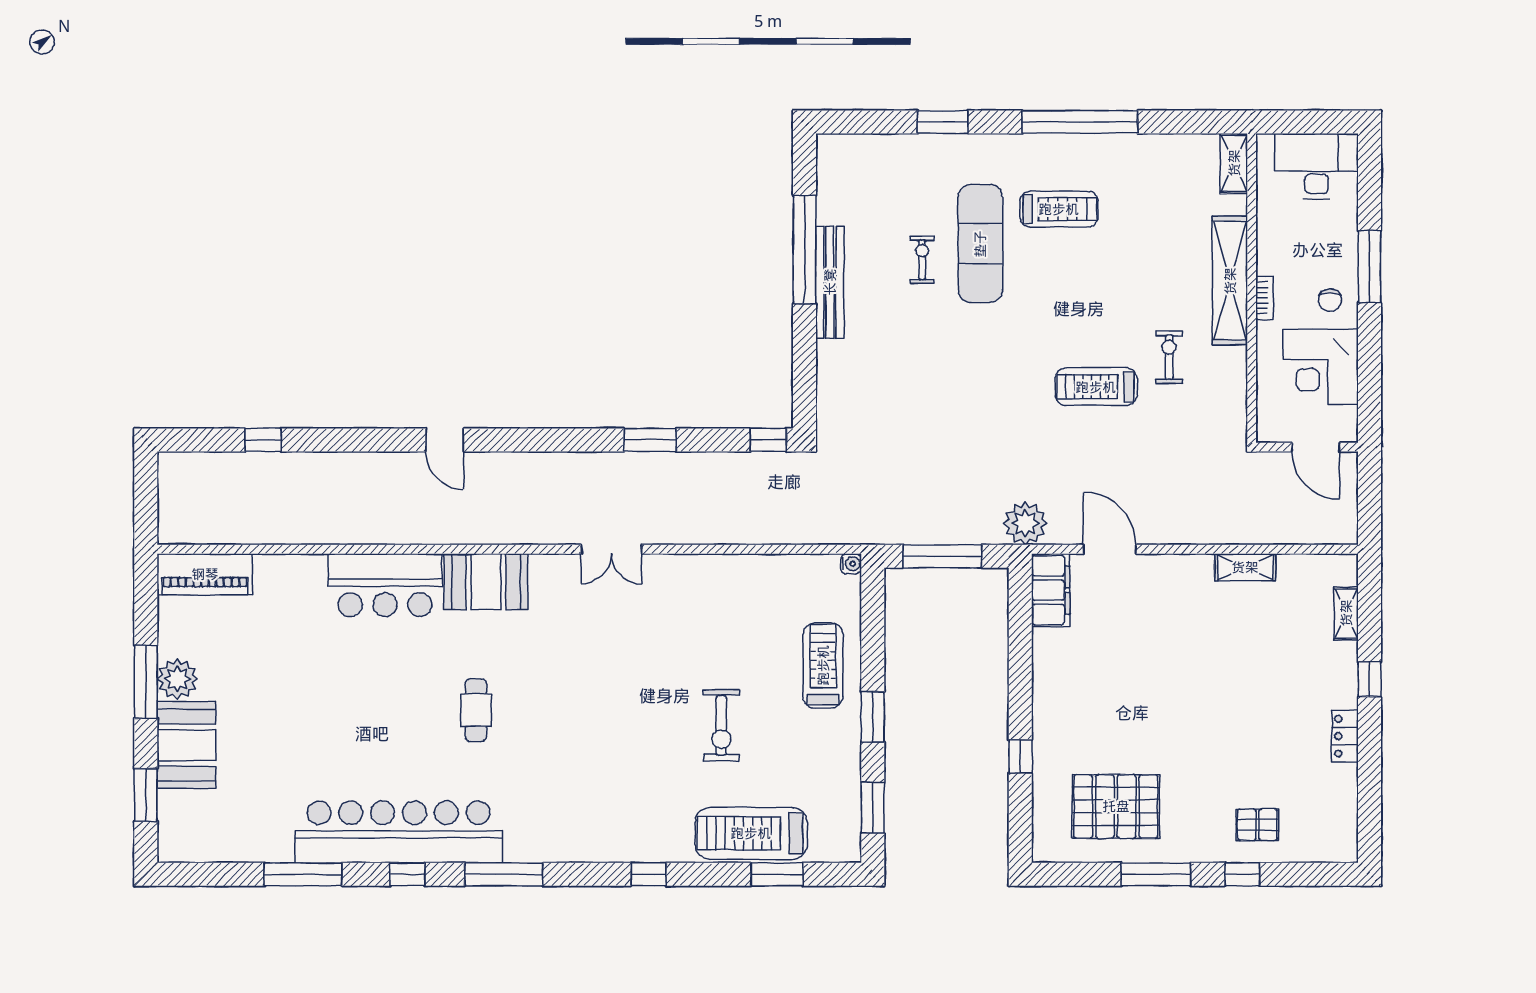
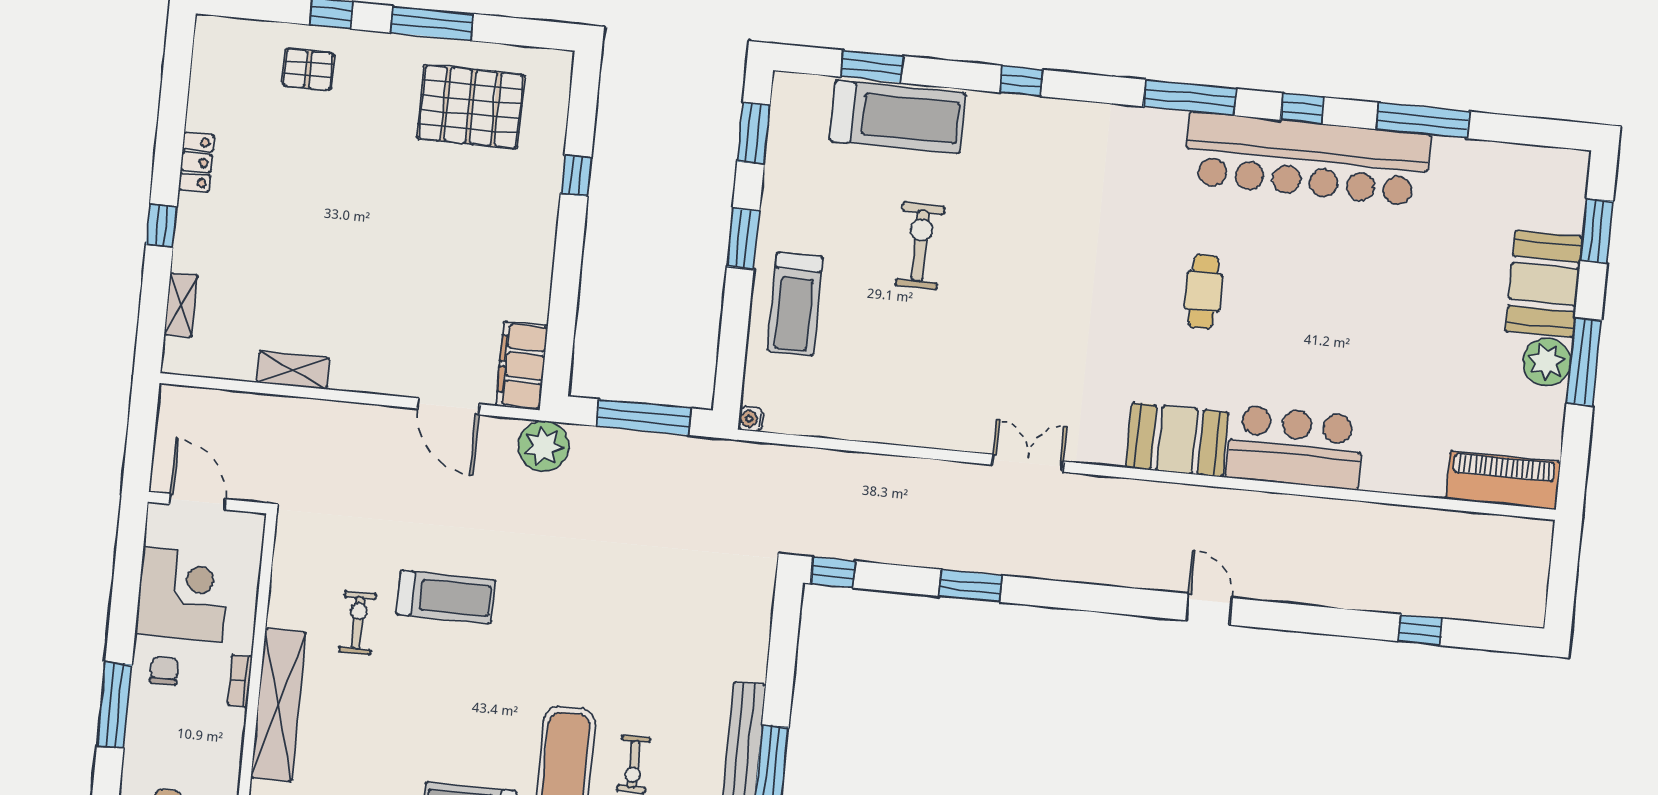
exercise bike: (1169, 357) -> (358, 623), turned 180

